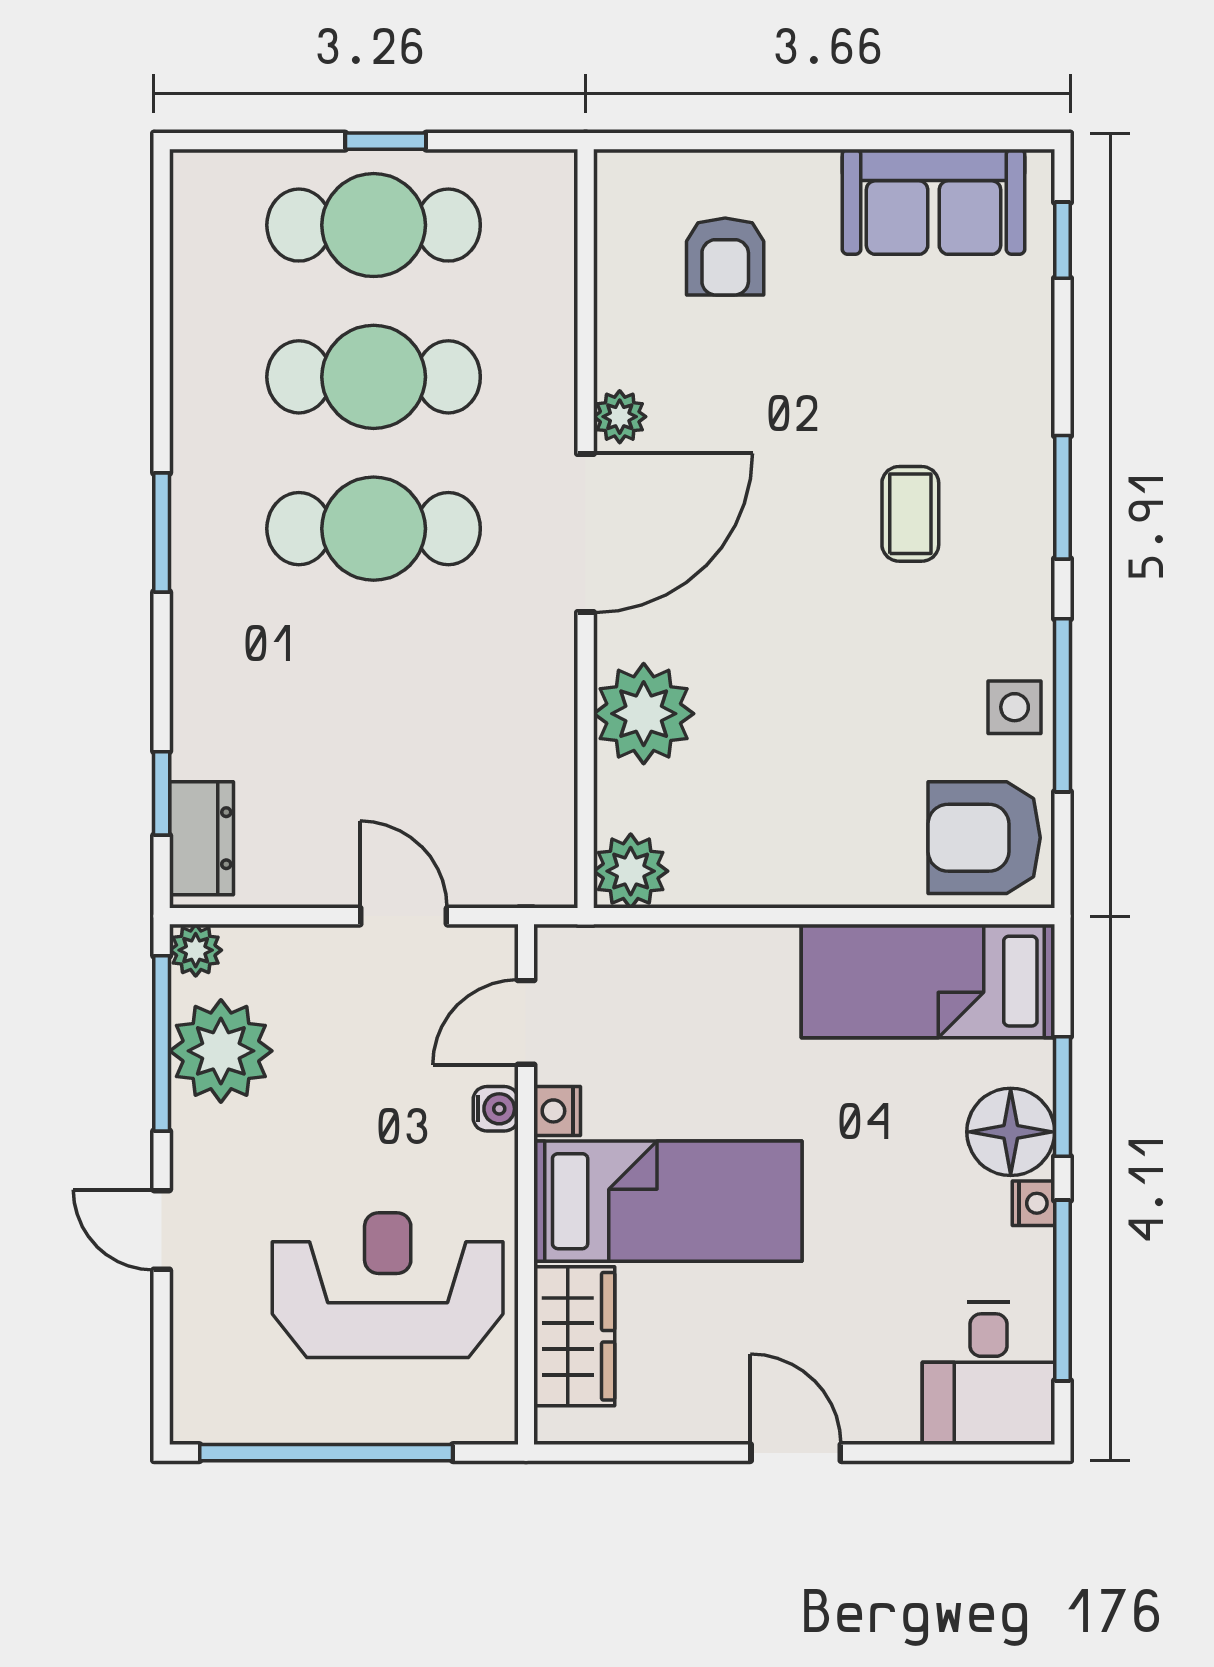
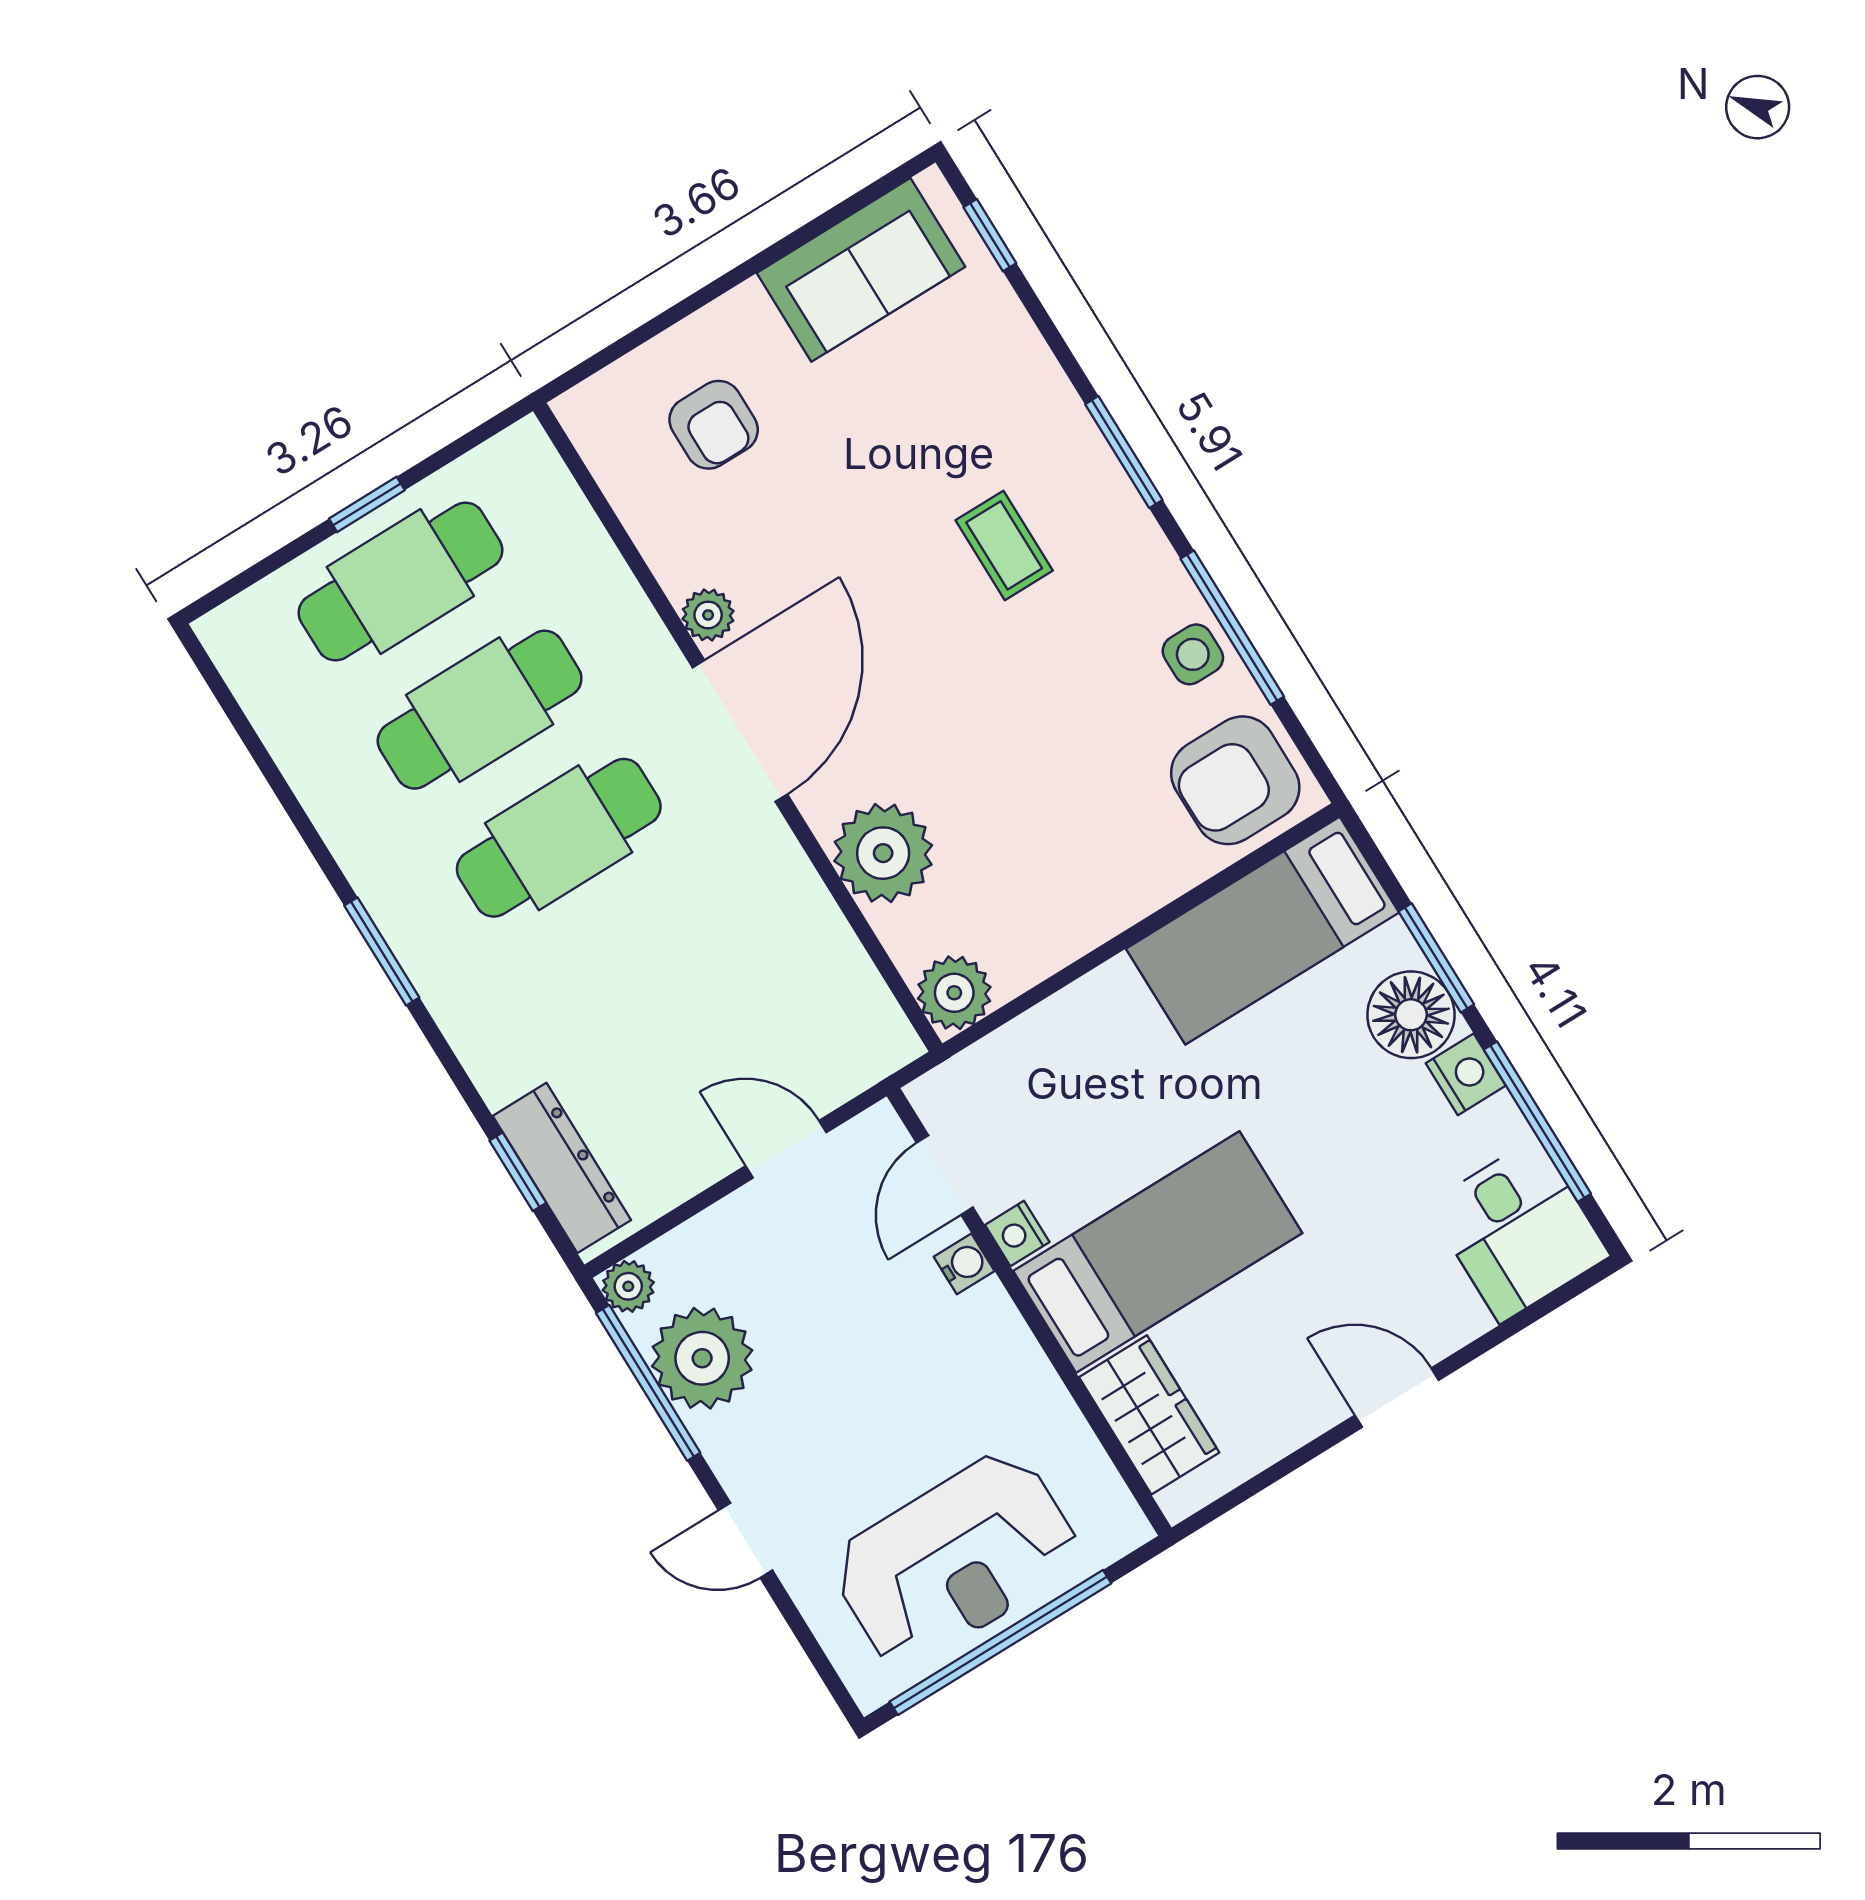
dresser: (201, 838) -> (562, 1168), width x1.44
nightstand: (1033, 1203) -> (1466, 1074), width x1.39, depth x1.35
reception desk: (388, 1285) -> (955, 1559), moved, turned 180

